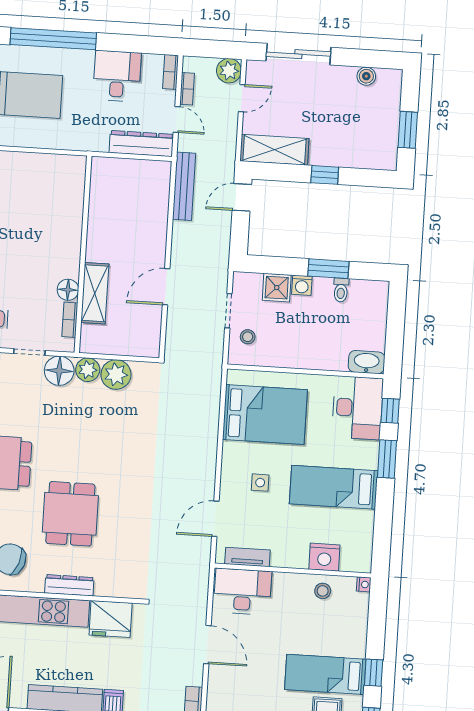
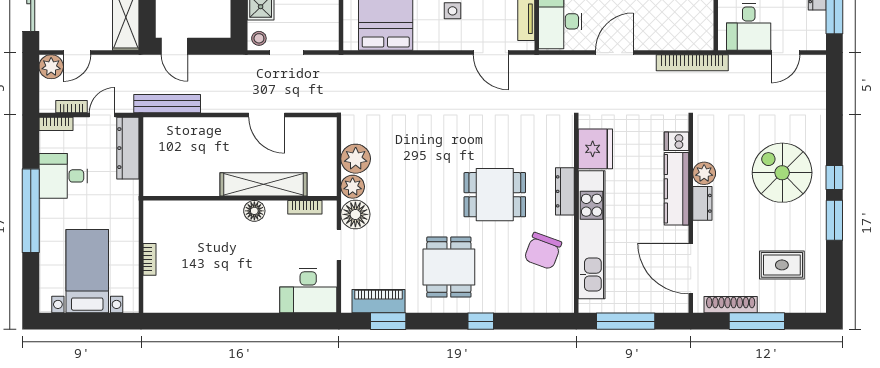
window: (53, 39) -> (31, 211), moved
door: (242, 98) -> (77, 53), swing flipped
bookcase: (27, 158) -> (150, 259), added
floor lamp: (68, 290) -> (254, 211), moved
shelving: (95, 293) -> (263, 184), width x1.47
stool: (248, 337) -> (259, 38), moved

